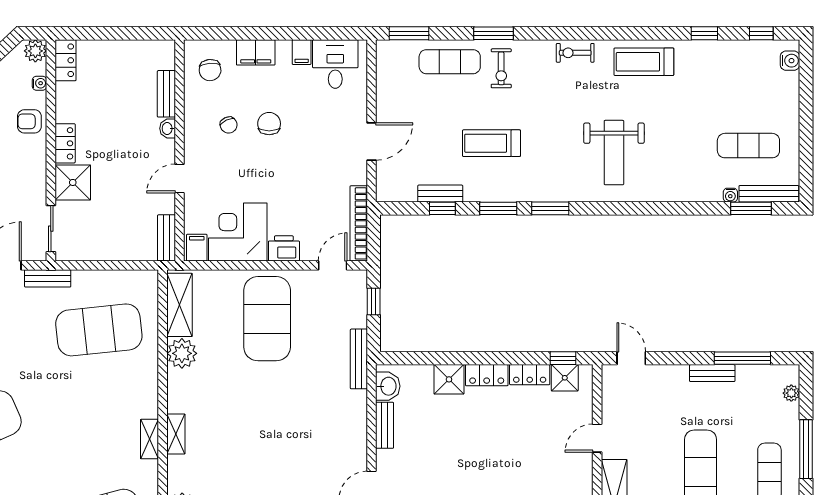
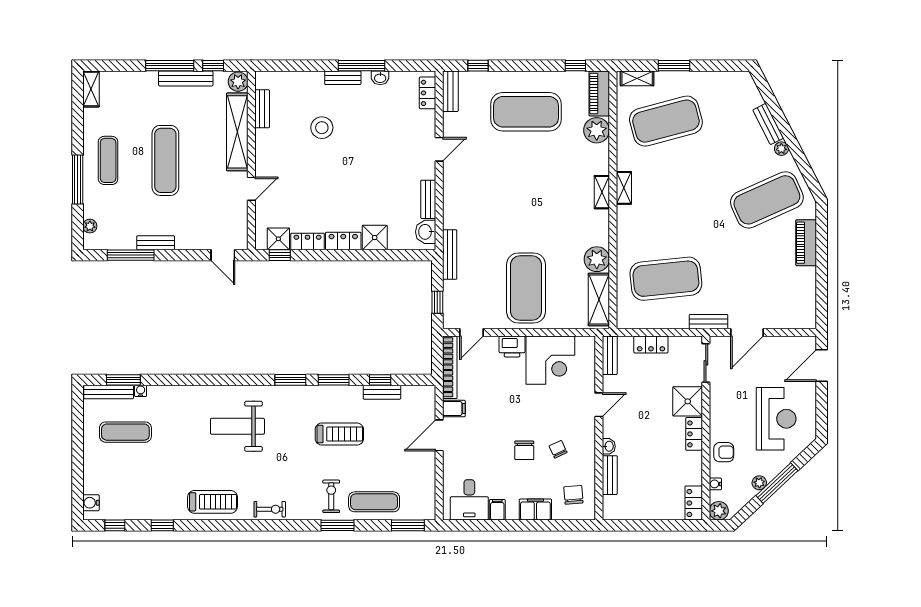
weight bench: (614, 153) -> (237, 426), turned -90
filing cabinet: (197, 248) -> (454, 408), moved, turned -90
locker: (117, 251) -> (651, 344), added

